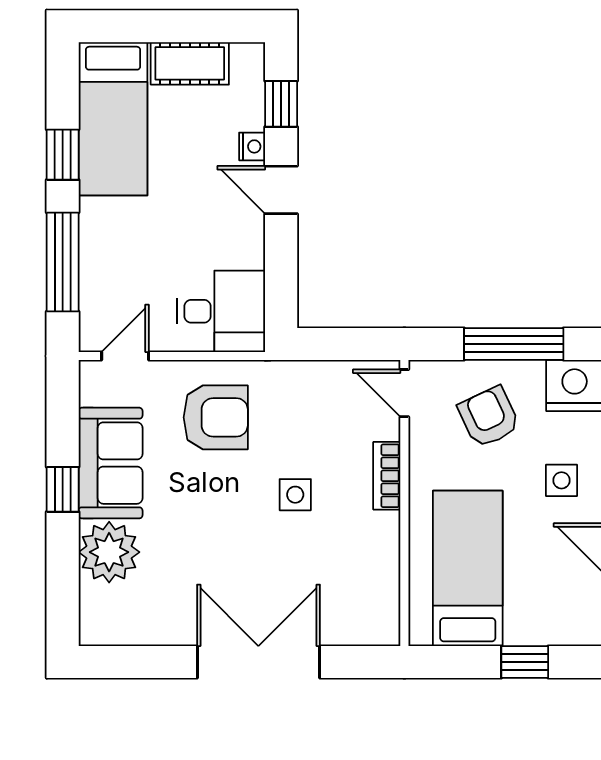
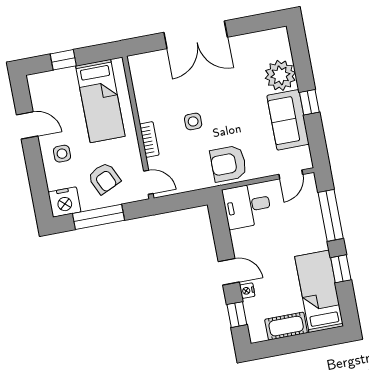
armchair: (216, 417) -> (228, 164), moved

